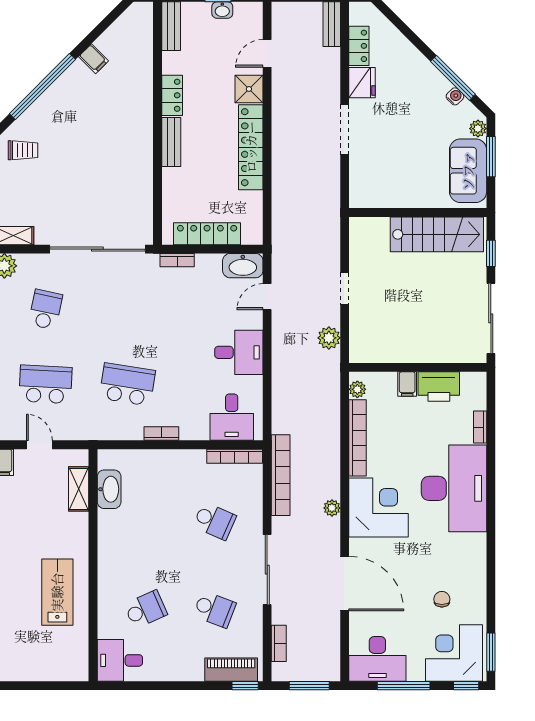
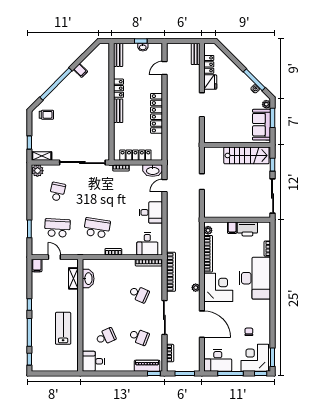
shower: (249, 89) -> (156, 85), removed
plant: (329, 338) -> (194, 205), removed

